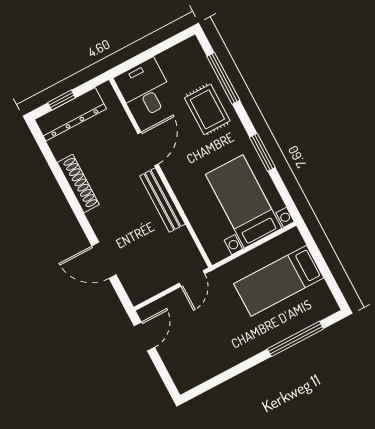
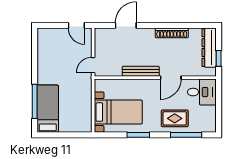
window: (62, 100) -> (219, 58), moved
door: (148, 149) -> (171, 78), hinge flipped
door: (192, 279) -> (93, 65), hinge flipped
bed: (279, 281) -> (48, 109), moved

